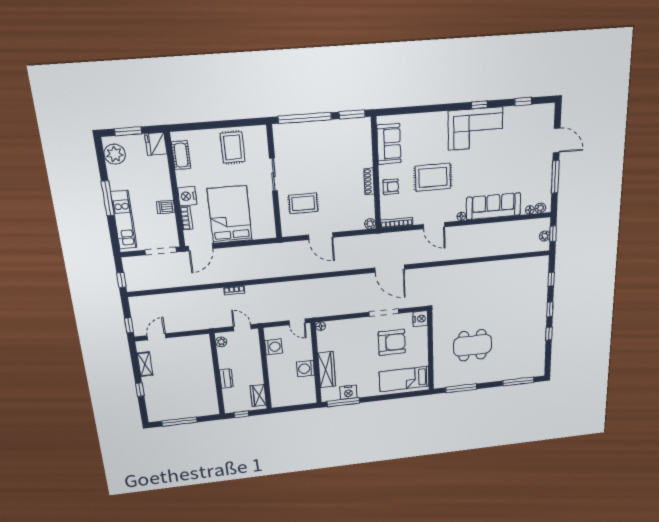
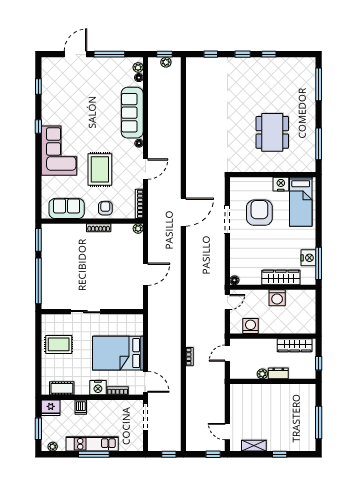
corner sofa: (475, 129) -> (59, 151), moved
plant: (115, 154) -> (53, 447), width x0.53, depth x0.53
rug: (303, 203) -> (113, 288), removed
dishwasher: (166, 207) -> (81, 407), moved
kitchen unit: (124, 220) -> (92, 444), moved
nightstand: (420, 319) -> (281, 184), moved
plant: (221, 342) -> (262, 374), moved
wardrobe: (258, 396) -> (295, 345), width x1.50

